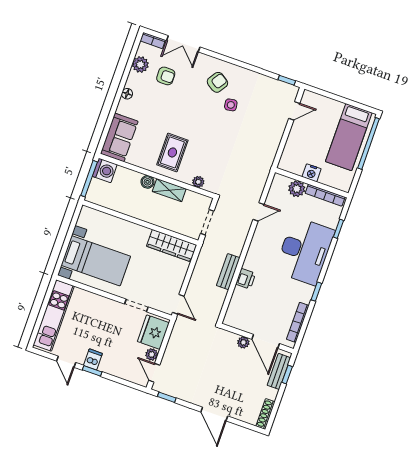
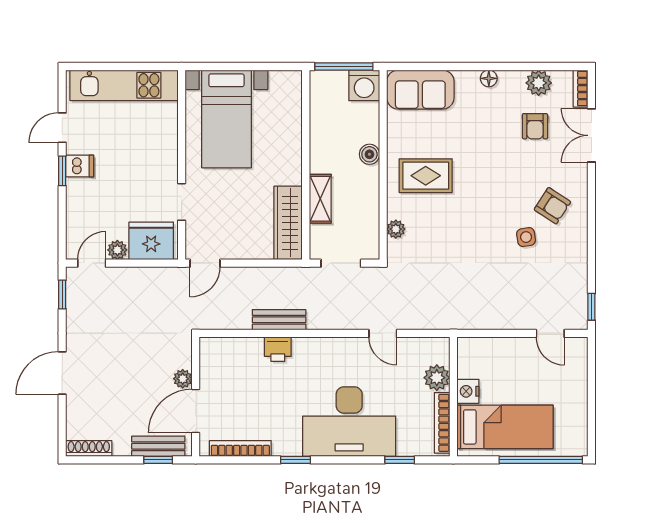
bed: (349, 137) -> (505, 427), moved, turned 180
shelving: (169, 190) -> (320, 199), moved

